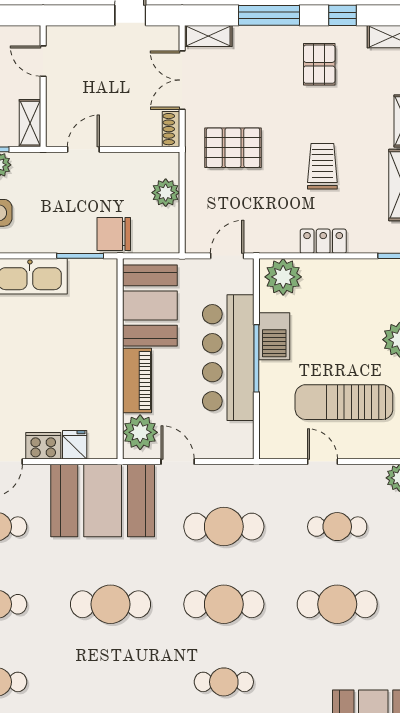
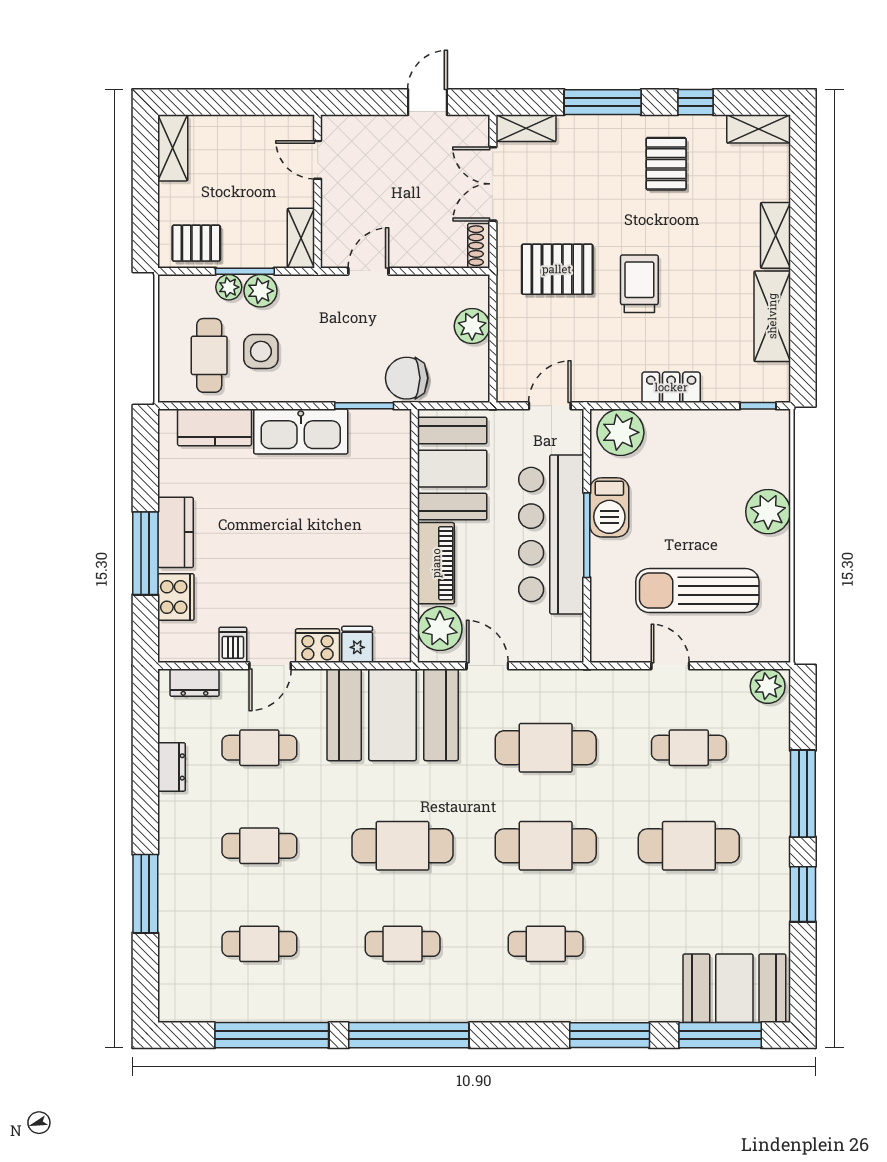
trolley: (322, 166) -> (639, 284), moved
cafe table: (110, 682) -> (403, 944), added

